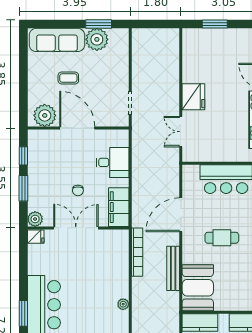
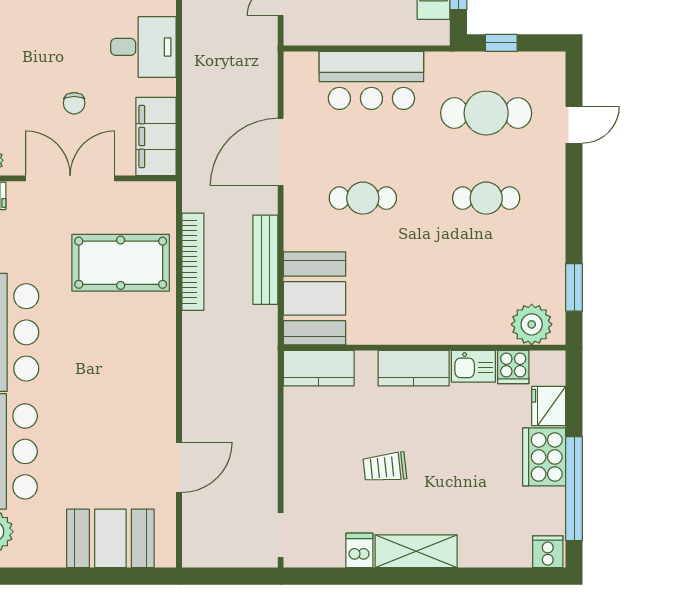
bookcase: (137, 252) -> (193, 262), moved
pool table: (101, 270) -> (121, 263), added
plant: (123, 304) -> (165, 331), removed

